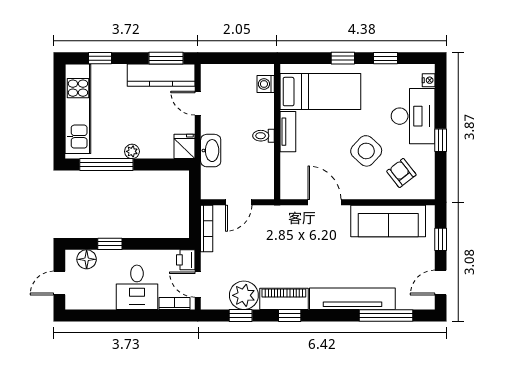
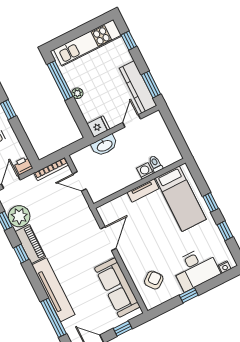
washing machine: (266, 84) -> (145, 171), moved
toilet: (264, 136) -> (155, 164), moved
side table: (366, 151) -> (157, 249), removed

